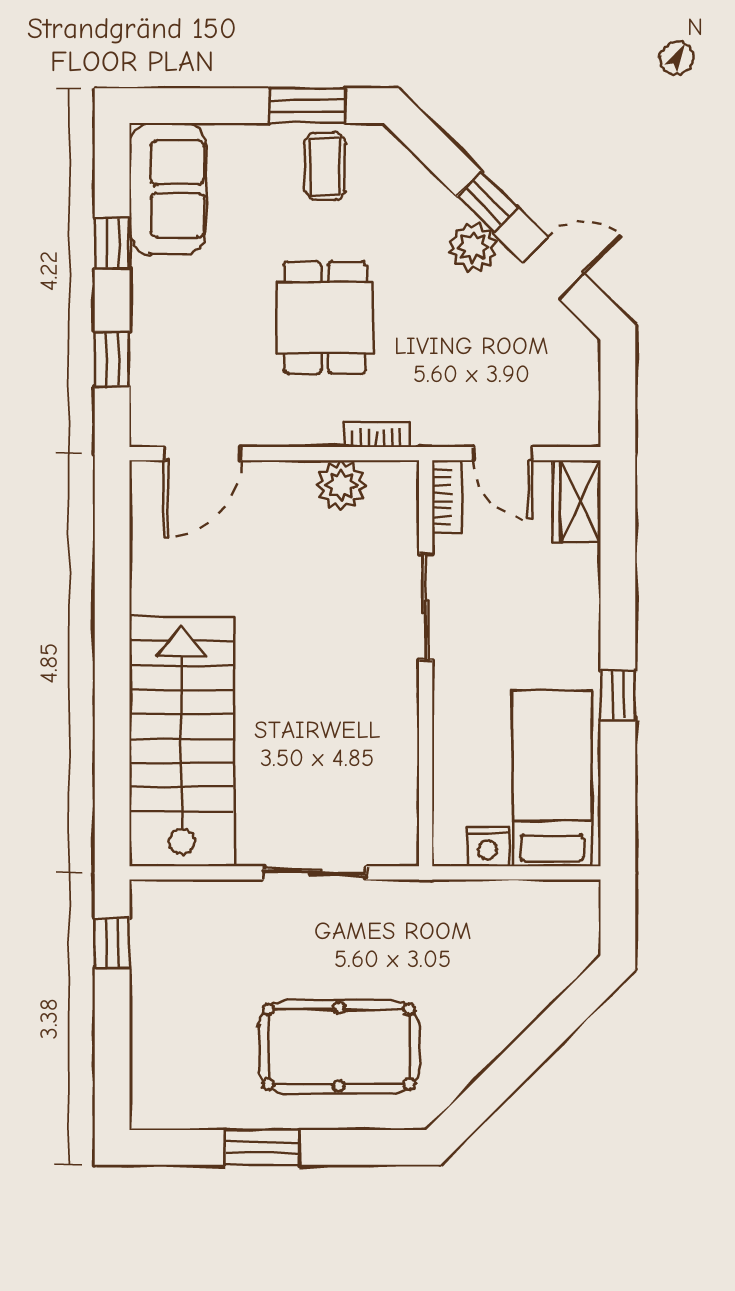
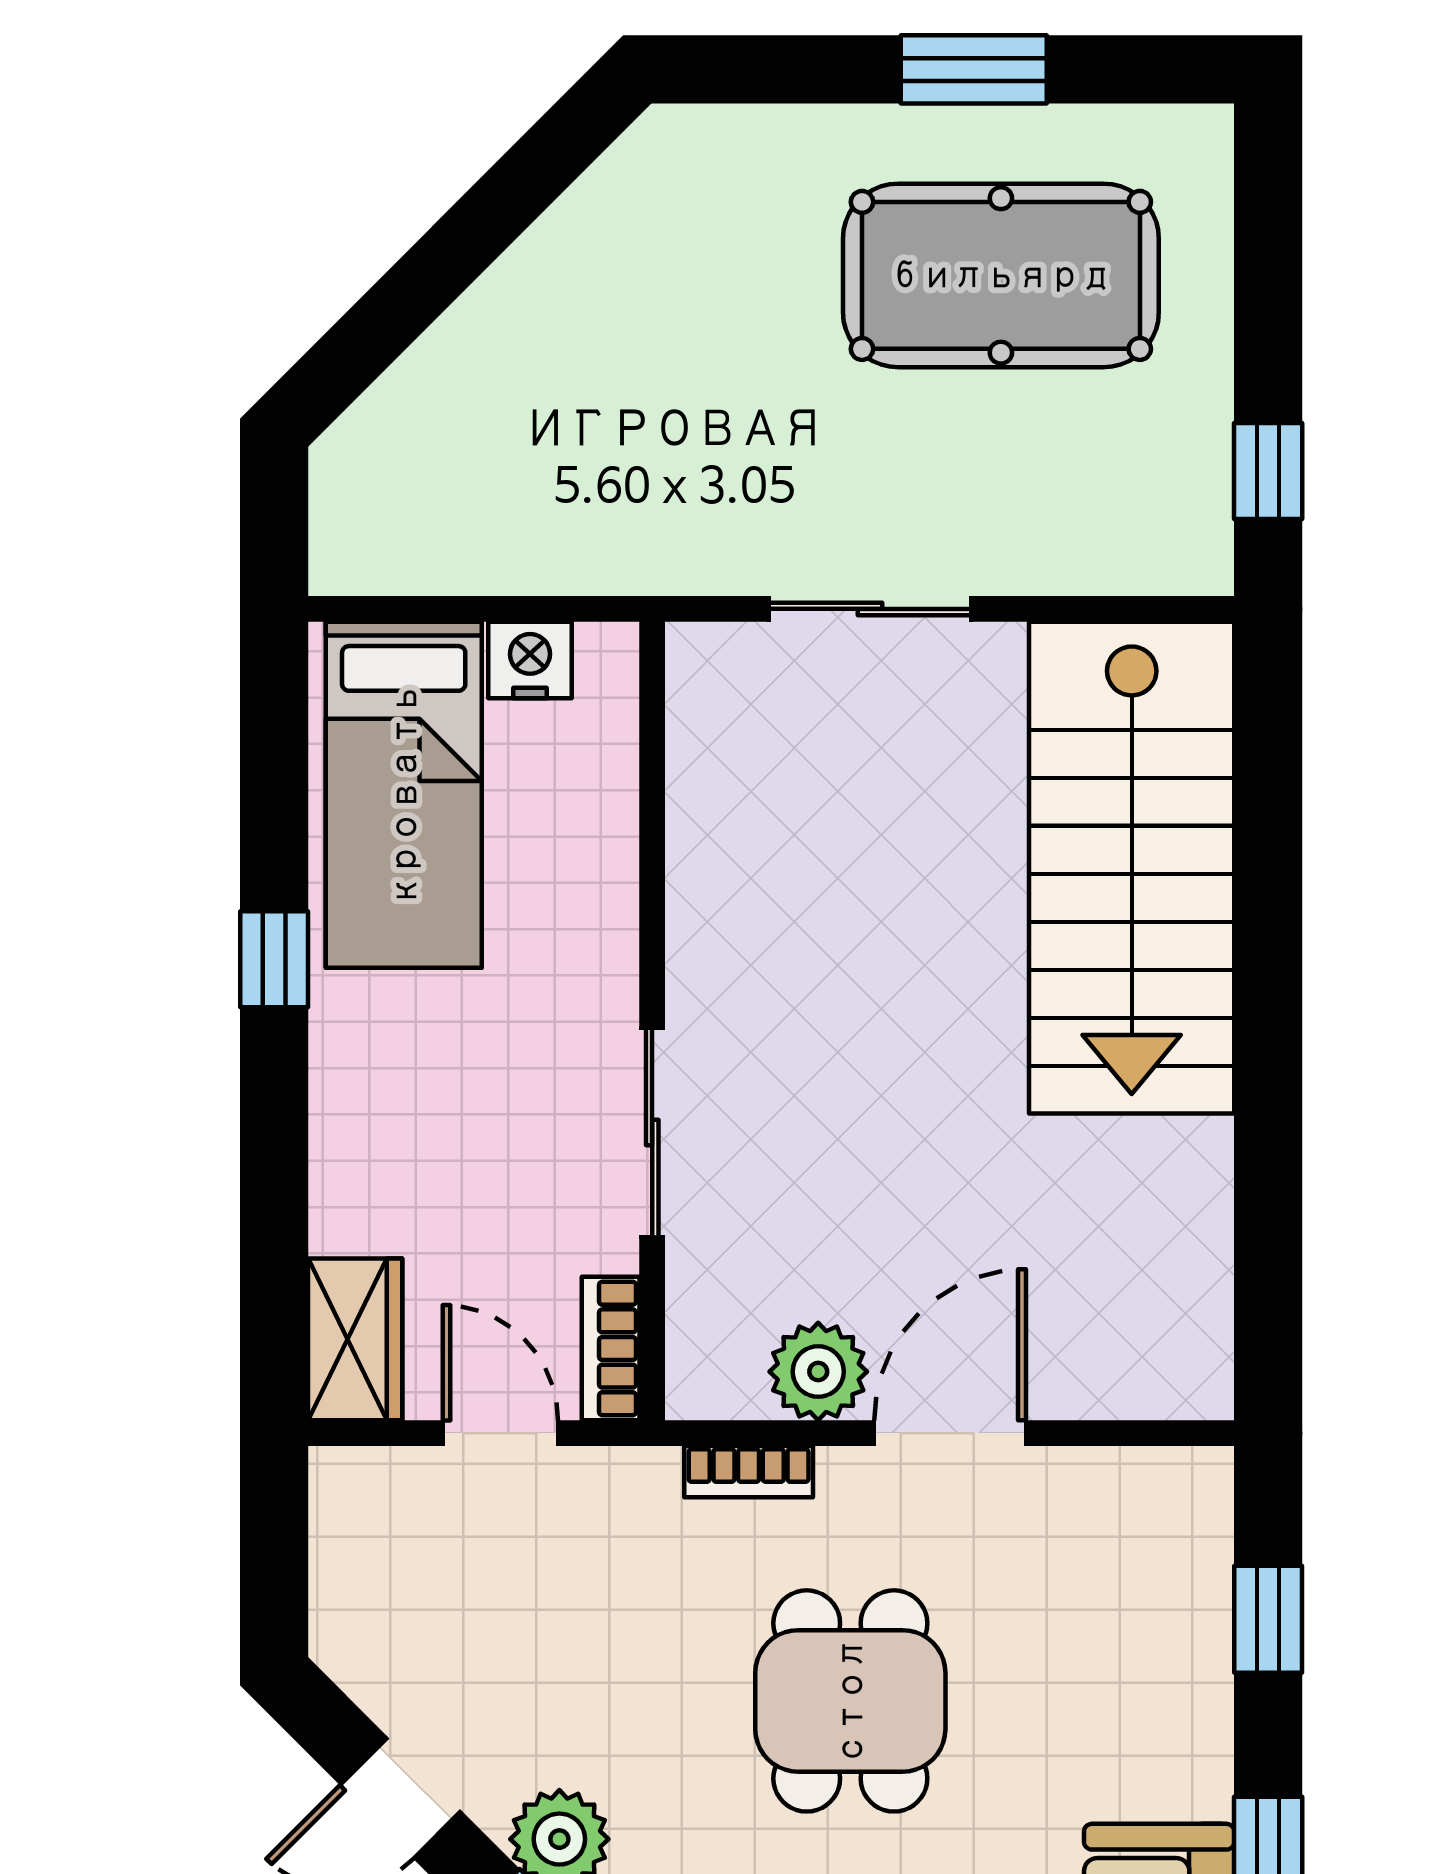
door: (202, 454) -> (950, 1433), moved
pool table: (339, 1047) -> (1001, 275), moved

